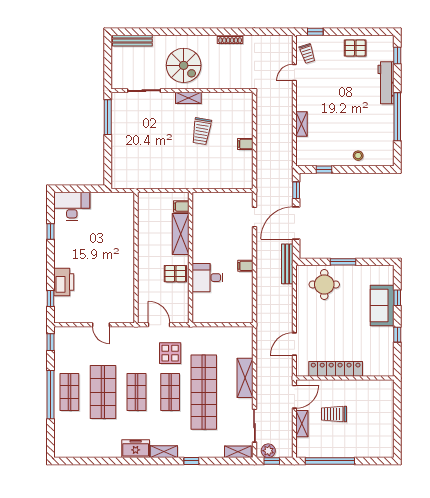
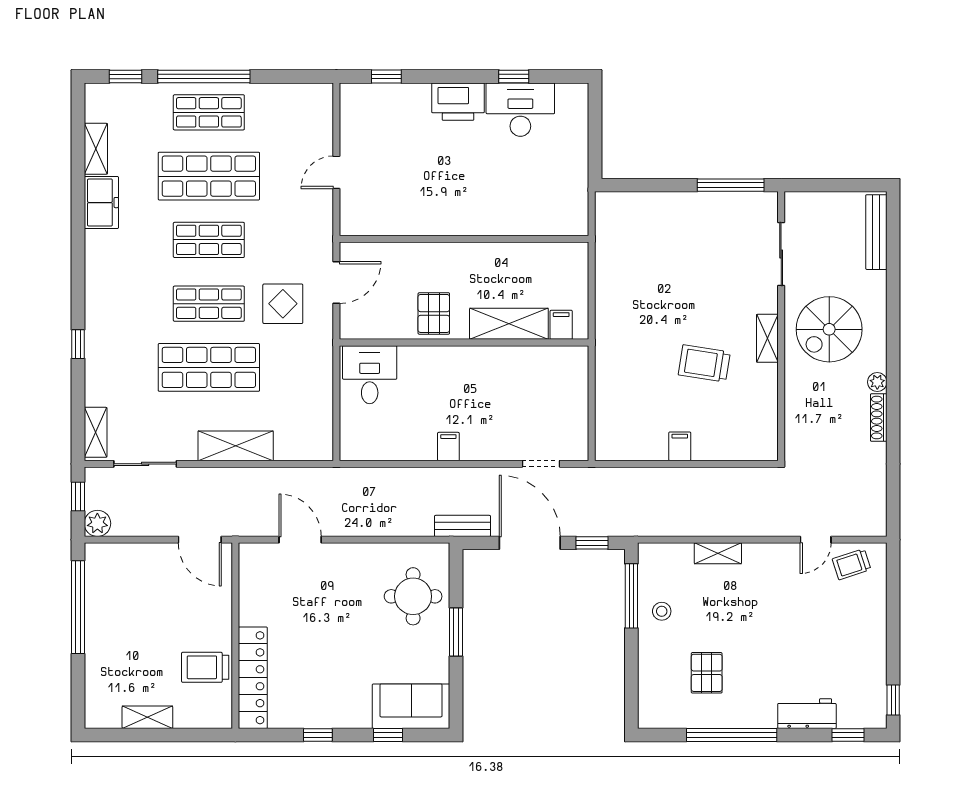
window: (315, 32) -> (893, 700), moved
plant: (211, 40) -> (877, 382), added
pallet: (355, 48) -> (707, 673), moved
door: (294, 73) -> (816, 540), swing flipped
workbench: (386, 83) -> (807, 714), width x0.73
stool: (358, 156) -> (662, 611), moved
window: (324, 170) -> (631, 596), width x2.17
desk: (72, 206) -> (520, 110), moved, turned -90
bench: (287, 264) -> (462, 526), width x0.73
desk: (208, 278) -> (370, 375), moved
printer: (64, 282) -> (458, 102), moved
sofa: (382, 305) -> (411, 706), moved
window: (50, 342) -> (126, 76), moved
locker: (336, 369) -> (253, 678), moved
shop shelf: (204, 392) -> (209, 367), width x0.71
trolley: (334, 414) -> (205, 667), moved, turned -90
shelving: (302, 424) -> (147, 717), moved
freezer: (136, 449) -> (101, 203), moved
plant: (268, 451) -> (97, 523), moved
shelving: (164, 452) -> (96, 149), moved

